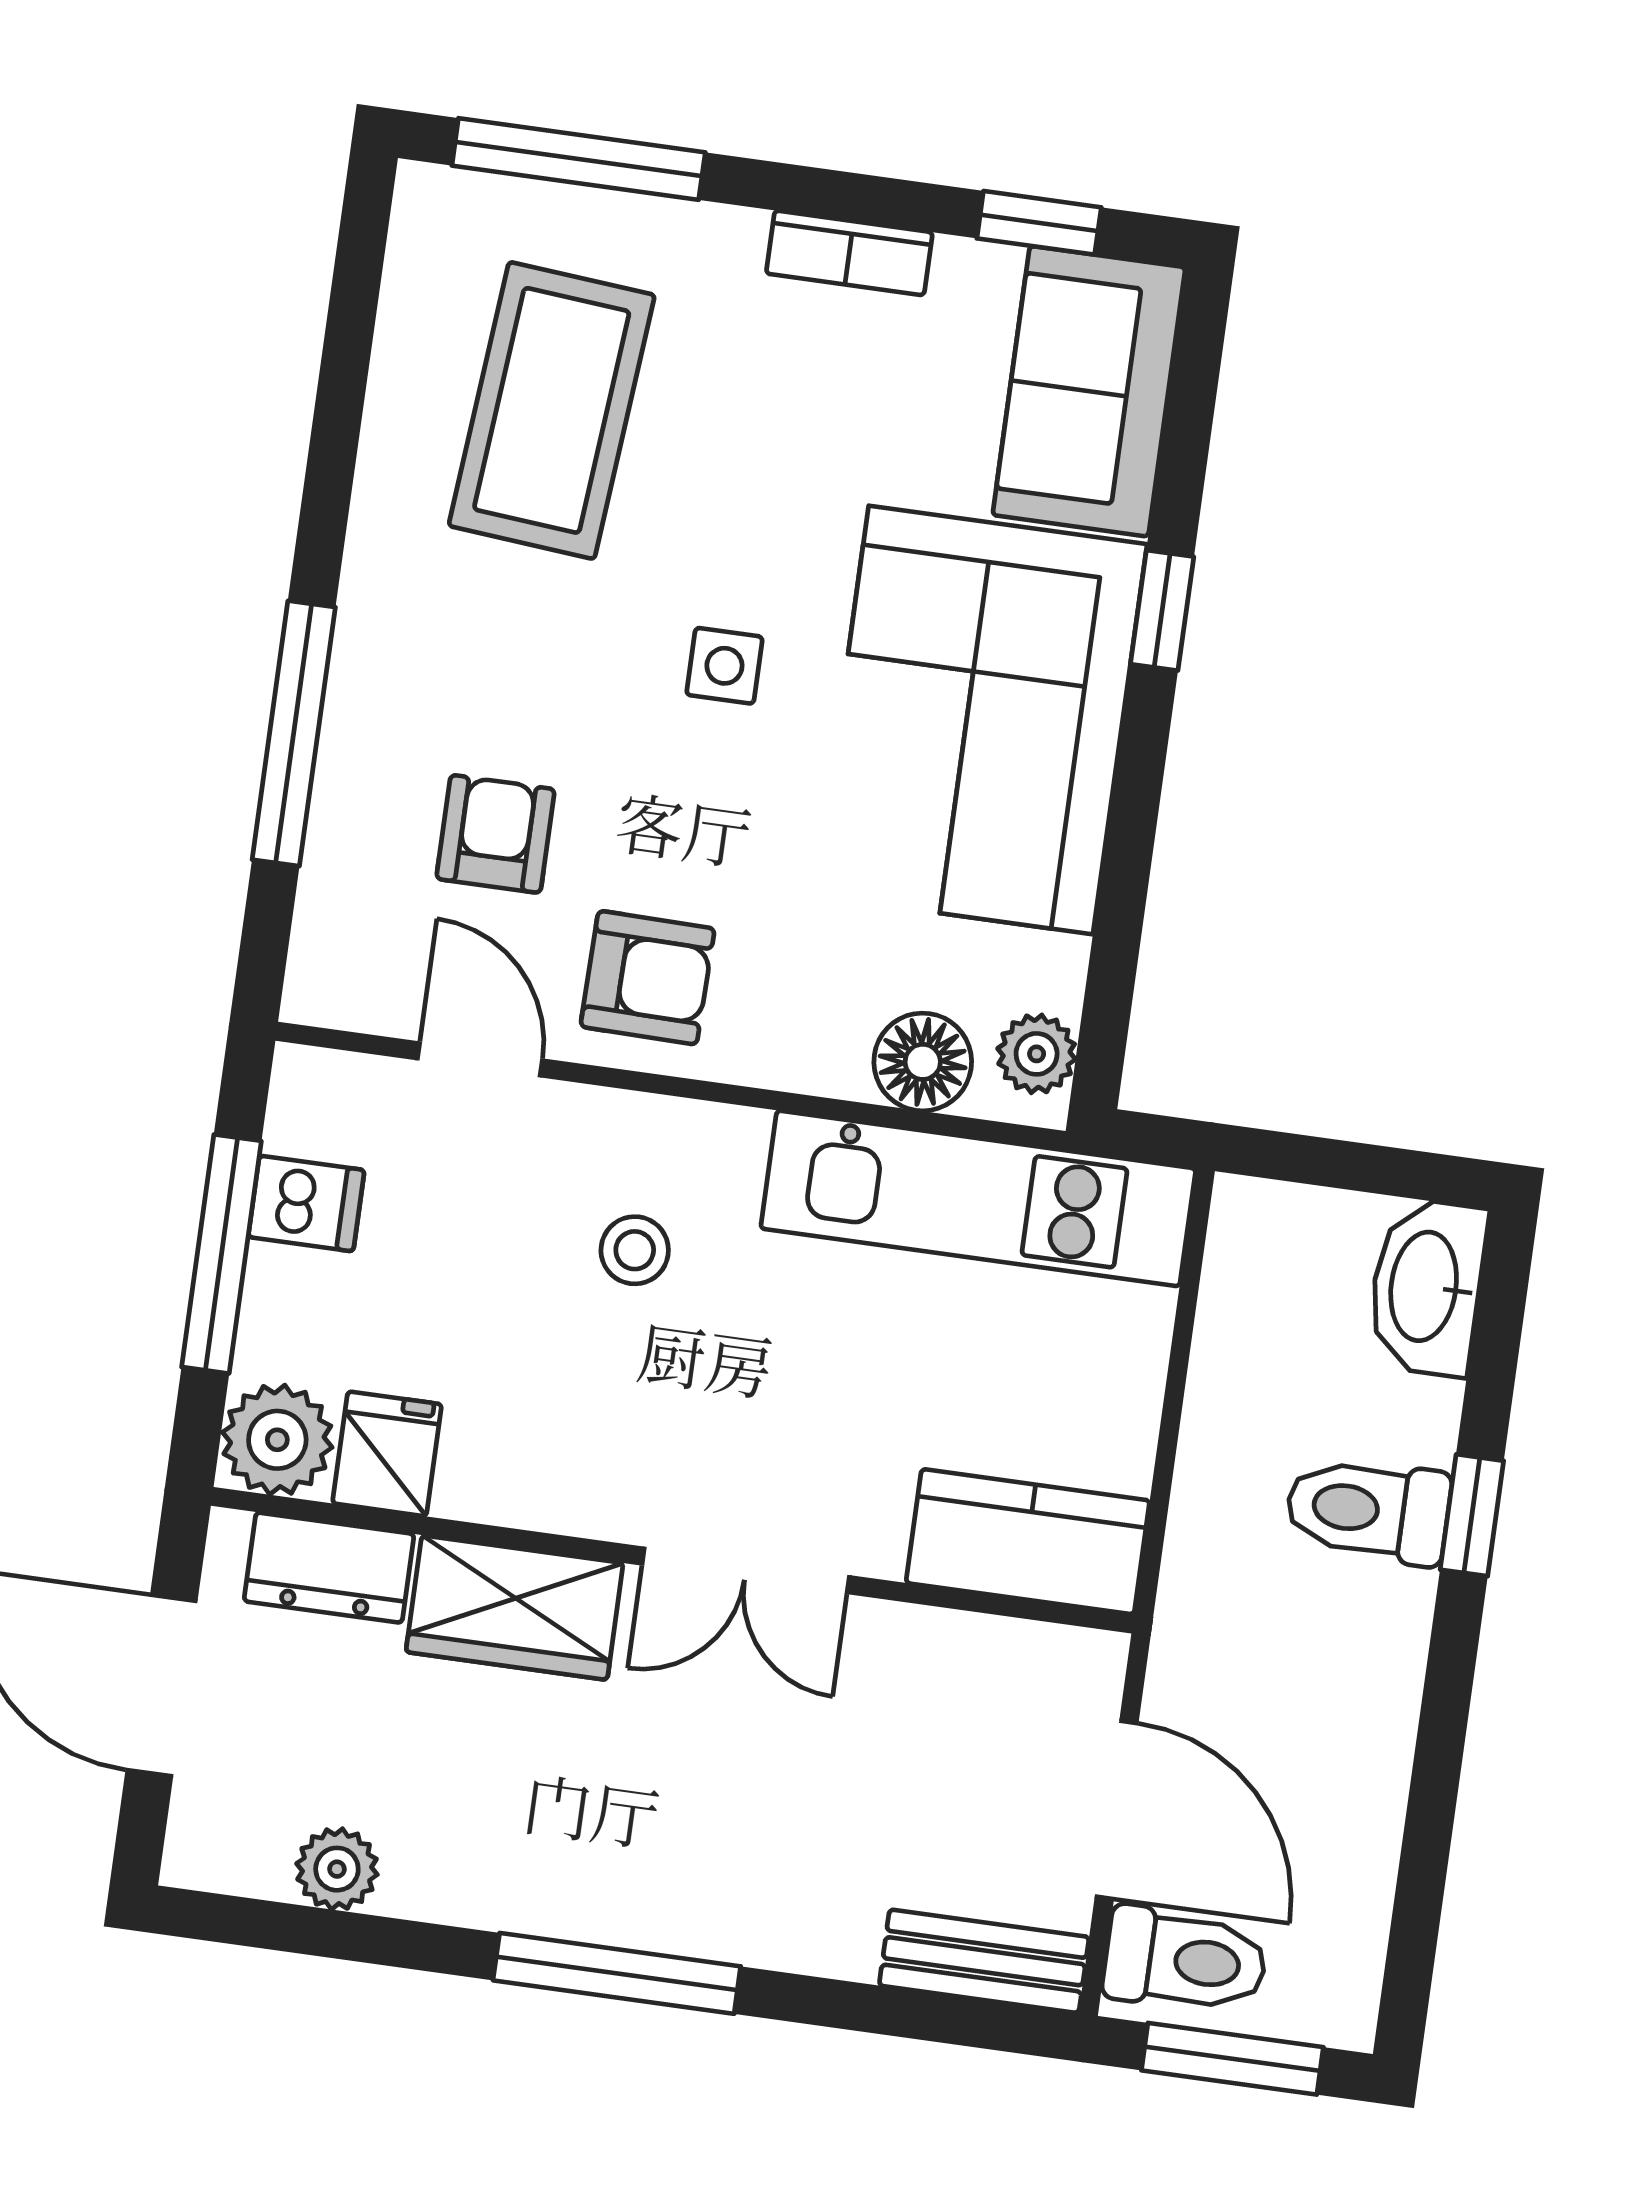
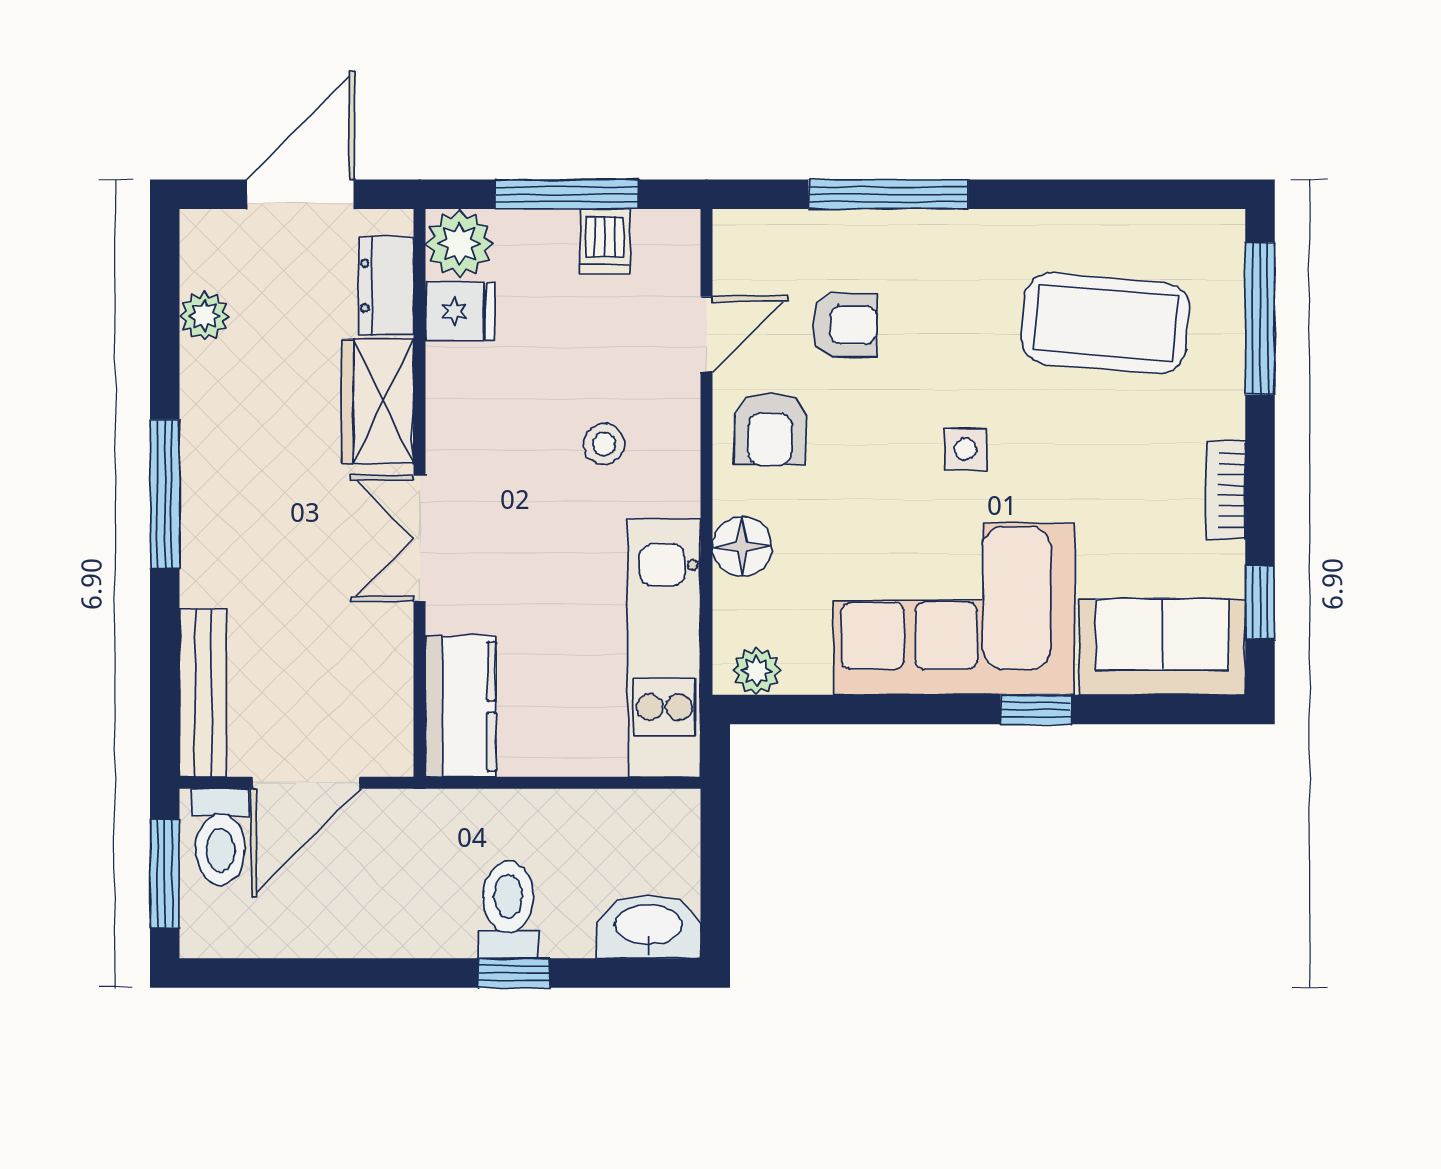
floor lamp: (923, 1062) -> (742, 546), moved
bench: (984, 1961) -> (203, 693), width x1.36

